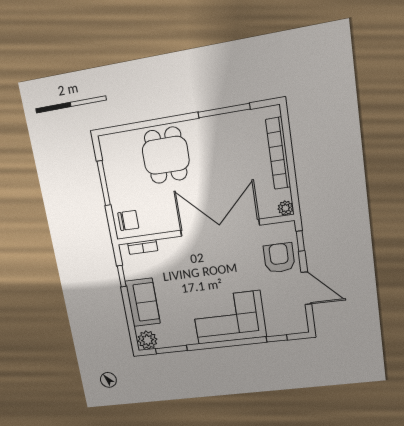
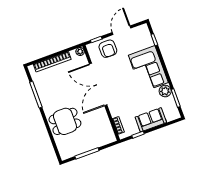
chair: (128, 220) -> (105, 136), removed
armchair: (279, 258) -> (108, 49), turned -90
plant: (147, 340) -> (165, 91), moved

